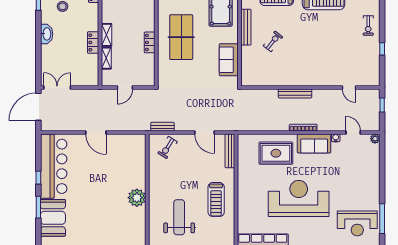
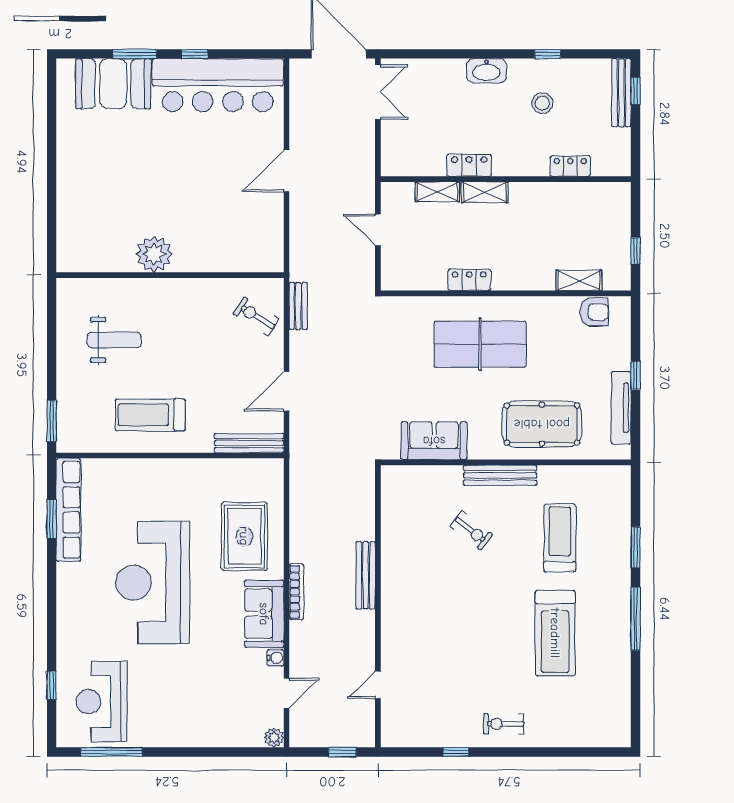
reception desk: (299, 198) -> (153, 583), turned 180
weight bench: (179, 217) -> (114, 340), width x0.73, depth x0.75

